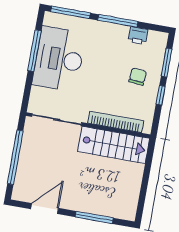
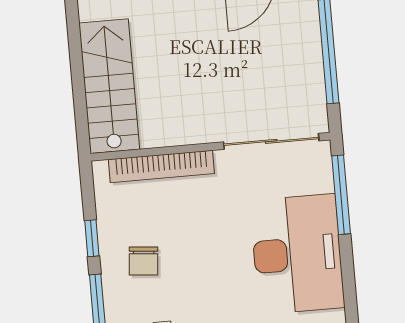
window: (34, 51) -> (341, 195), moved
stairs: (114, 145) -> (109, 86), moved, turned 90

